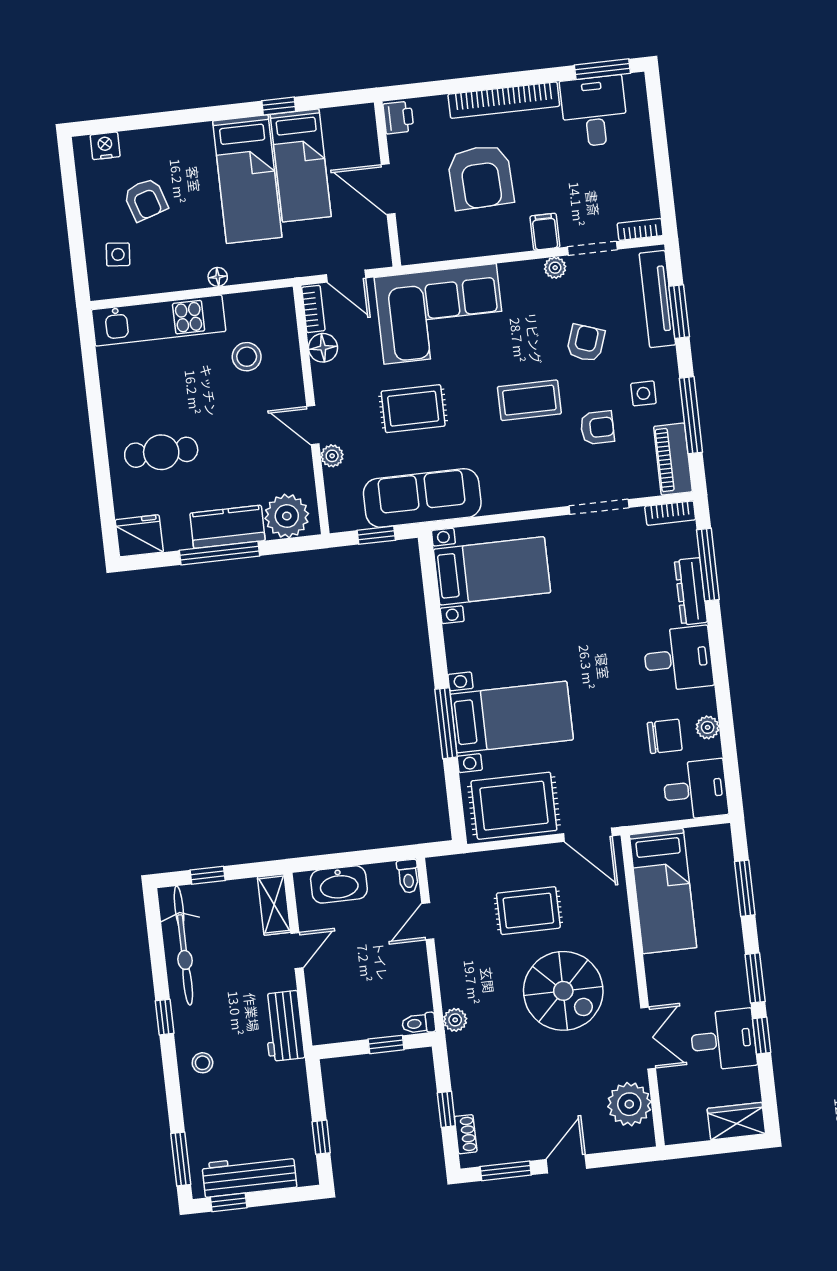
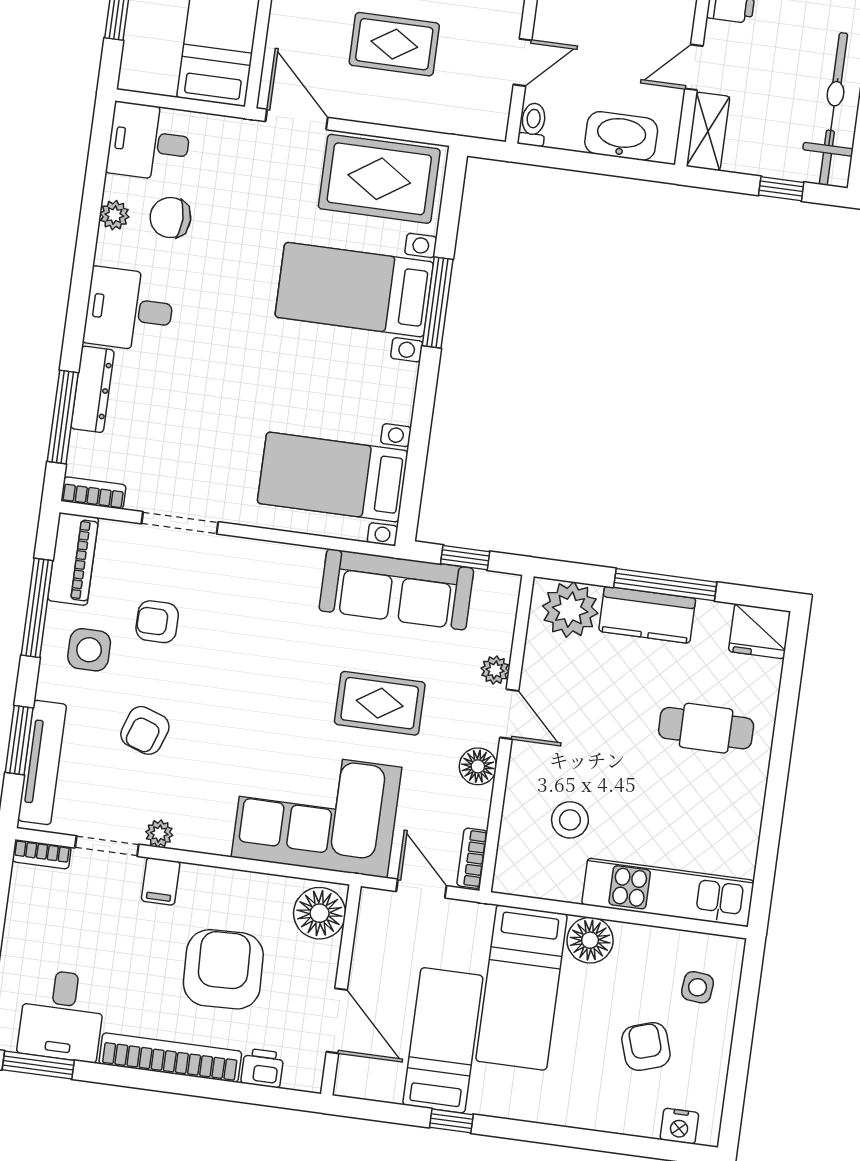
printer: (398, 117) -> (262, 1068), moved, turned 90
bed: (247, 179) -> (522, 988), moved, turned 180
door: (388, 189) -> (337, 1021), moved
floor lamp: (418, 238) -> (320, 913), added
floor lamp: (218, 277) -> (590, 940), width x1.89, depth x1.89
floor lamp: (323, 348) -> (478, 766), moved
side table: (643, 393) -> (89, 650), width x1.37, depth x1.37
coffee table: (529, 400) -> (233, 677), removed

